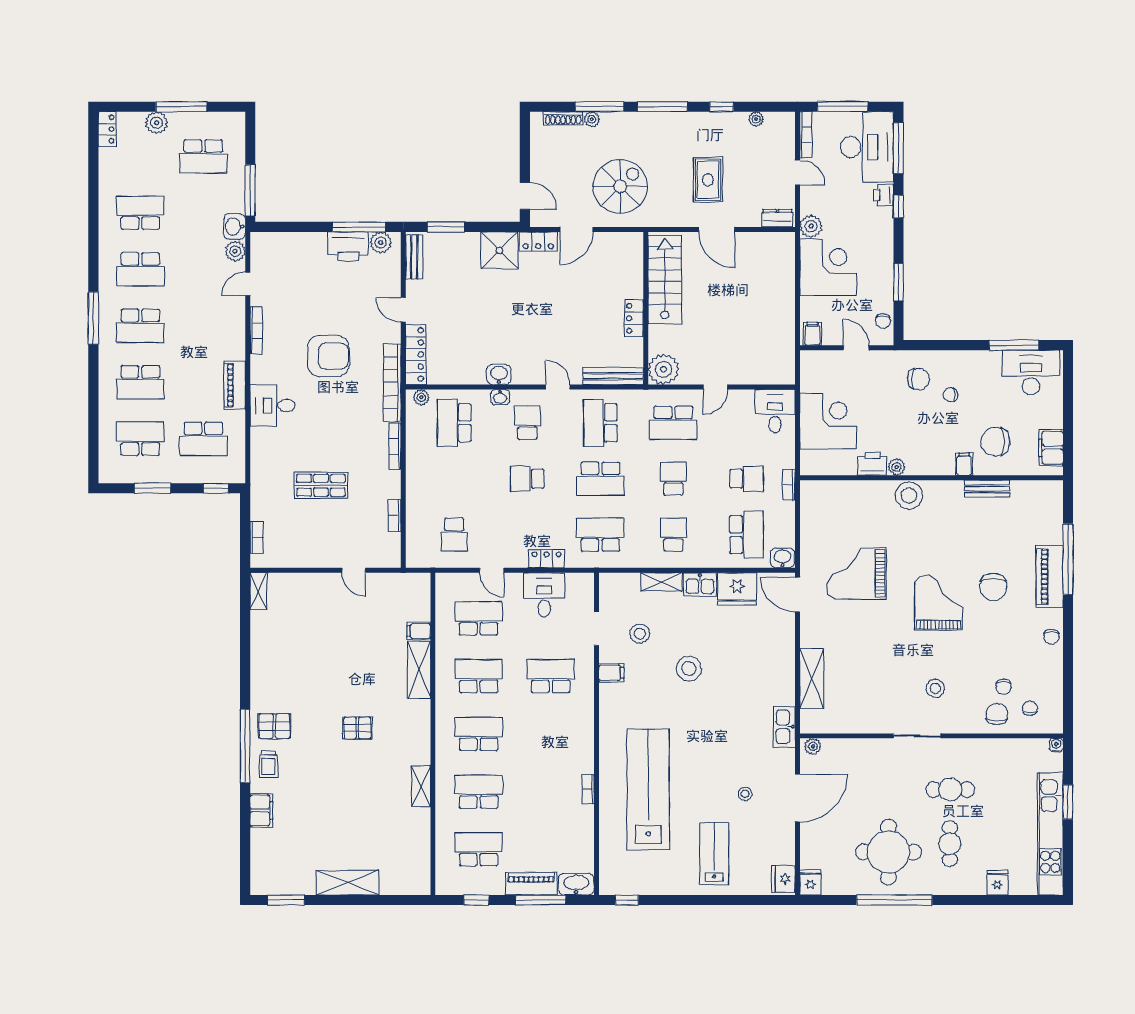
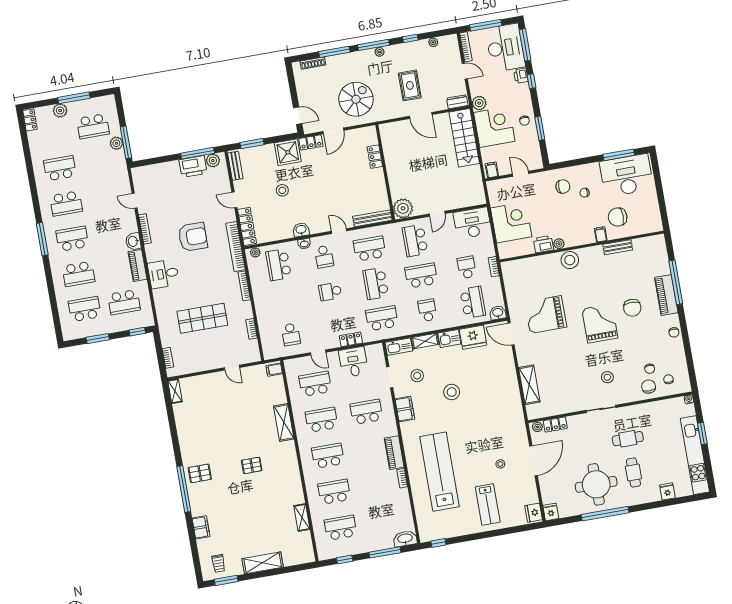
plant: (592, 119) -> (380, 52), moved
washbasin: (234, 227) -> (133, 241), moved
plant: (235, 251) -> (116, 143), moved
stairs: (665, 280) -> (464, 138), moved, turned 180
door: (248, 284) -> (135, 201), hinge flipped
stool: (481, 308) -> (282, 190), added
locker: (634, 318) -> (375, 157), moved
chair: (883, 321) -> (524, 121), moved
school desk: (140, 326) -> (72, 239), turned 180
desk: (1031, 372) -> (626, 175), width x1.36, depth x1.30
desk: (775, 411) -> (472, 223), width x1.37
school desk: (527, 423) -> (324, 257), turned 180
school desk: (600, 423) -> (370, 249), turned 90
school desk: (673, 423) -> (415, 241), turned 90
filing cabinet: (1051, 448) -> (653, 215), removed
school desk: (600, 479) -> (376, 283), turned 90
school desk: (673, 479) -> (421, 275), width x1.85
school desk: (746, 479) -> (467, 267), turned -90
shop shelf: (321, 485) -> (202, 318), width x1.43, depth x1.36
filing cabinet: (419, 631) -> (274, 370), moved
filing cabinet: (611, 673) -> (405, 409), width x2.00
kitchen sink: (784, 727) -> (399, 347), moved, turned -90
locker: (841, 748) -> (555, 425), added
trolley: (269, 764) -> (218, 563), moved
shelving: (421, 786) -> (302, 517), moved
lab bench: (714, 854) -> (488, 505), turned 180
piano: (531, 884) -> (394, 453), moved, turned -90

